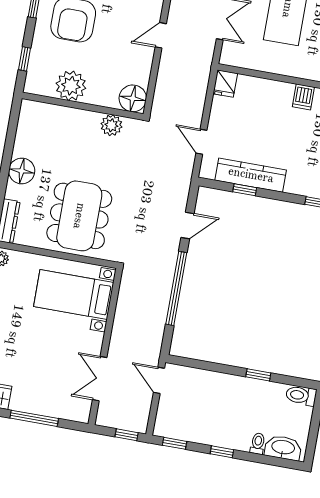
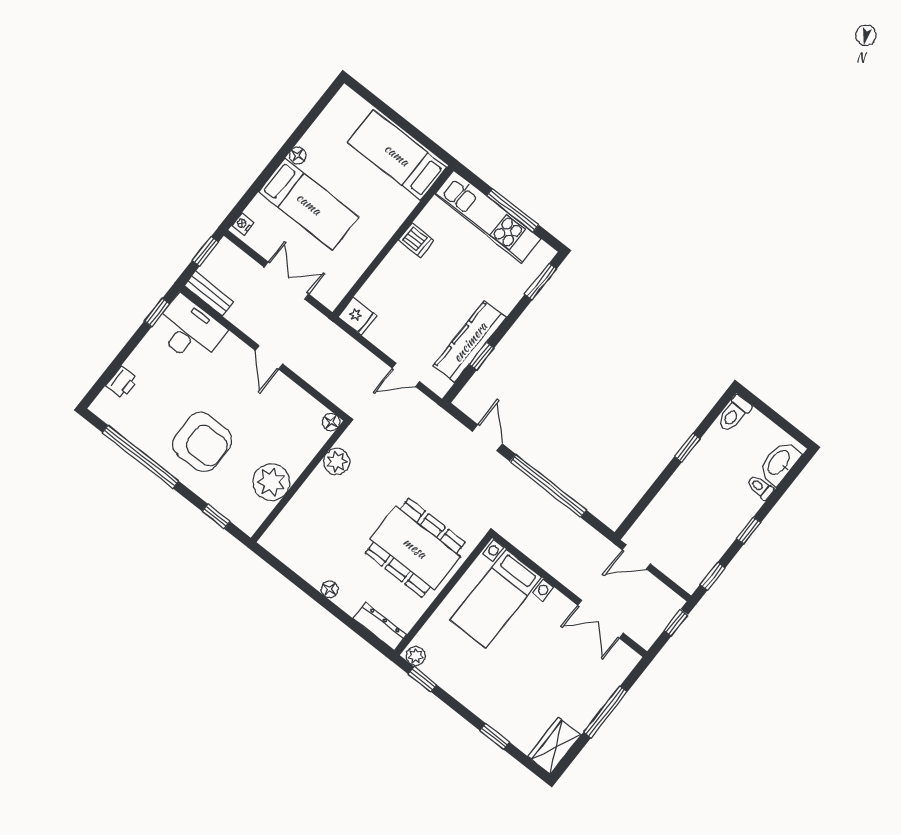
floor lamp: (133, 98) -> (331, 422), width x0.53, depth x0.53
floor lamp: (22, 171) -> (330, 589), width x0.53, depth x0.53

